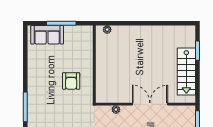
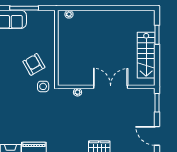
armchair: (71, 81) -> (34, 64), turned 150
side table: (81, 104) -> (43, 86), added

